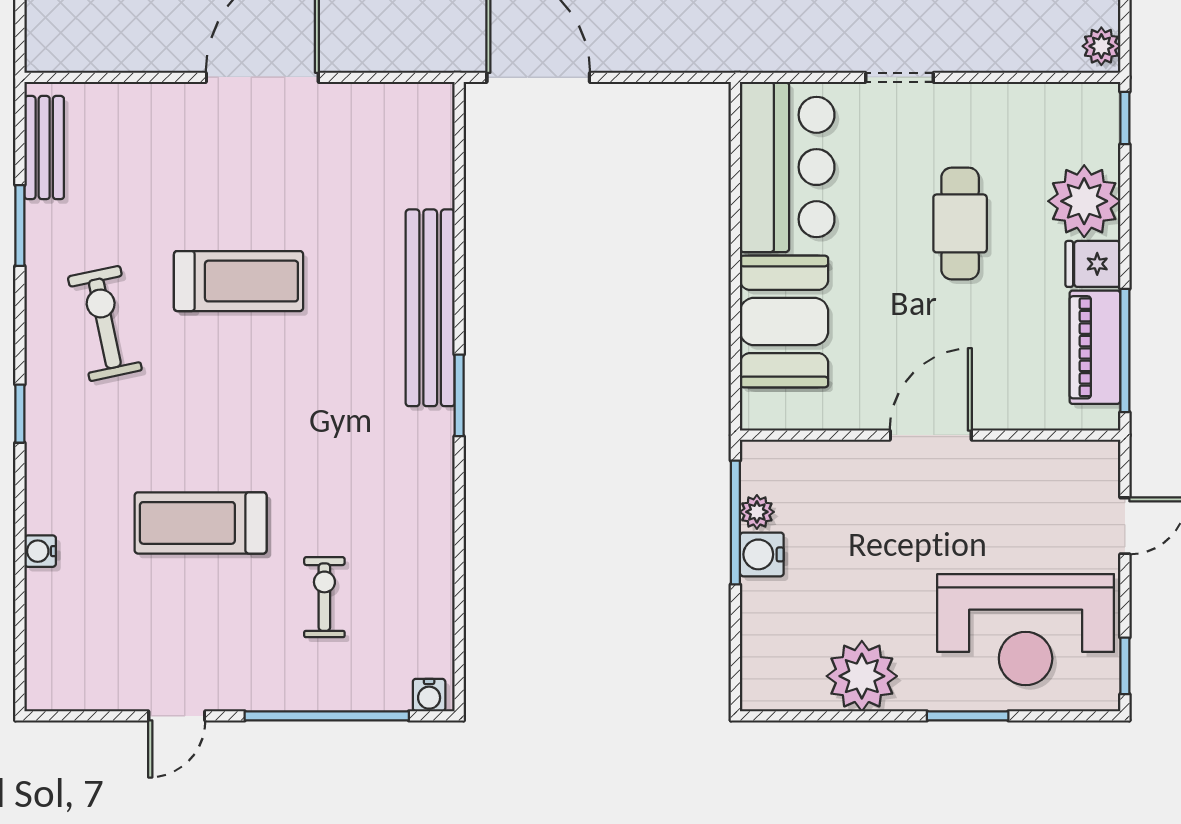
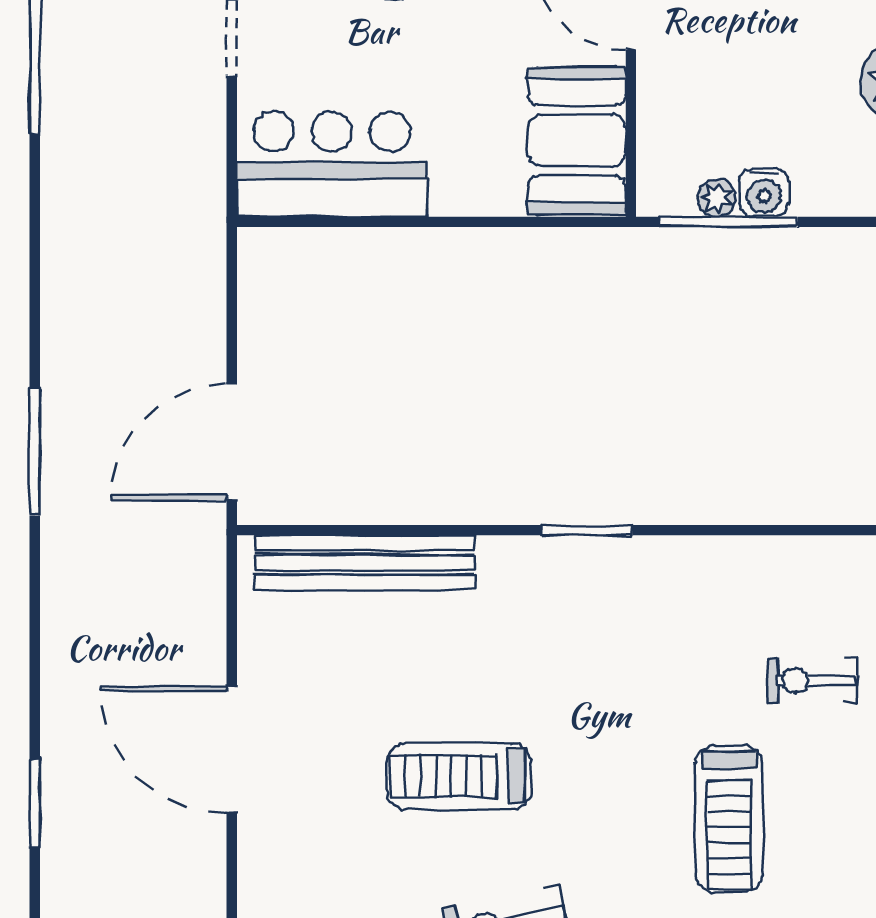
treadmill: (239, 281) -> (459, 776), turned -90
bench: (430, 308) -> (365, 562), moved
booth: (784, 321) -> (577, 141), moved, turned 90

